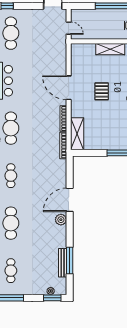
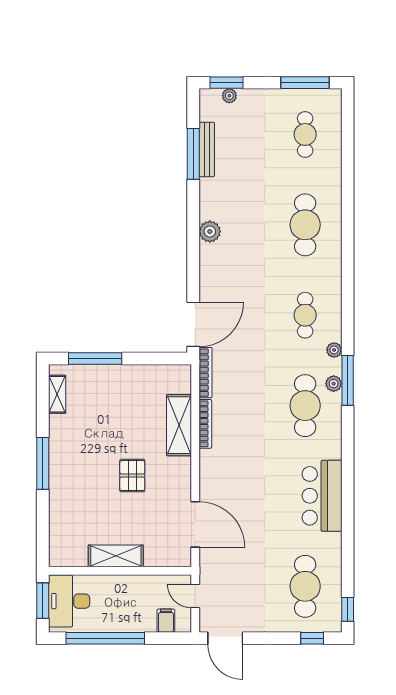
filing cabinet: (84, 15) -> (166, 621), added
door: (69, 88) -> (195, 524), moved
shelving: (77, 134) -> (179, 425), moved
door: (70, 200) -> (193, 324), moved

